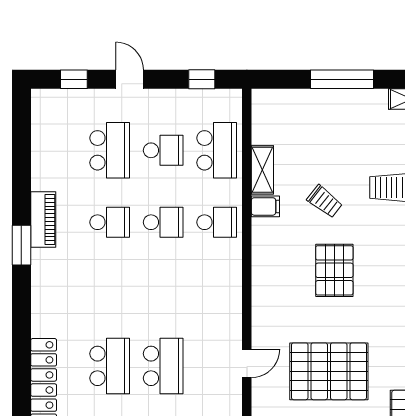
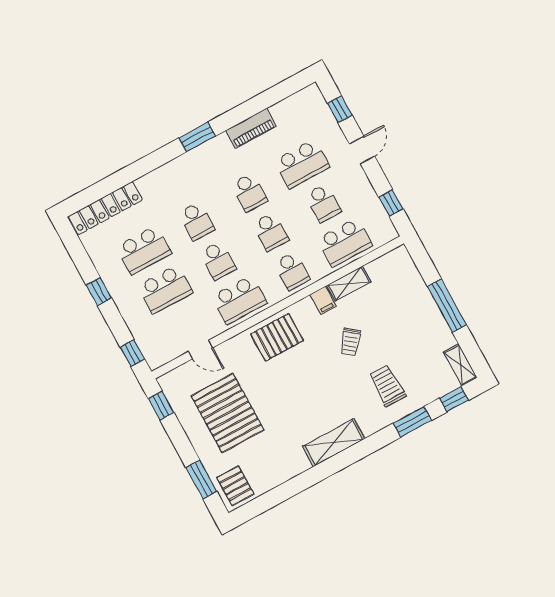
piano: (43, 220) -> (251, 128), moved
pallet: (334, 270) -> (277, 337), moved
school desk: (110, 294) -> (197, 221), added
school desk: (163, 294) -> (218, 260), added
school desk: (217, 294) -> (239, 300), added

